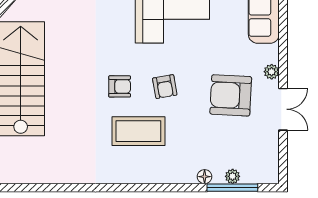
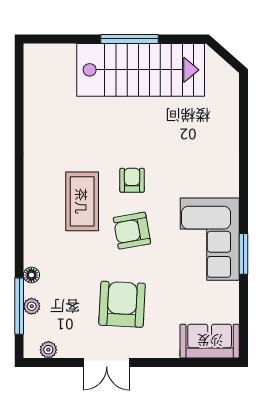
plant: (272, 72) -> (48, 350), moved
armchair: (120, 86) -> (132, 180), turned 180
armchair: (165, 87) -> (132, 231), width x1.38, depth x1.38

